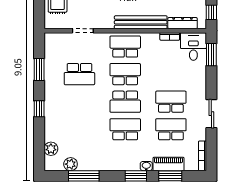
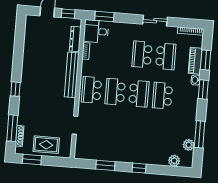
school desk: (79, 74) -> (112, 131), removed
school desk: (171, 129) -> (166, 56), turned 180

